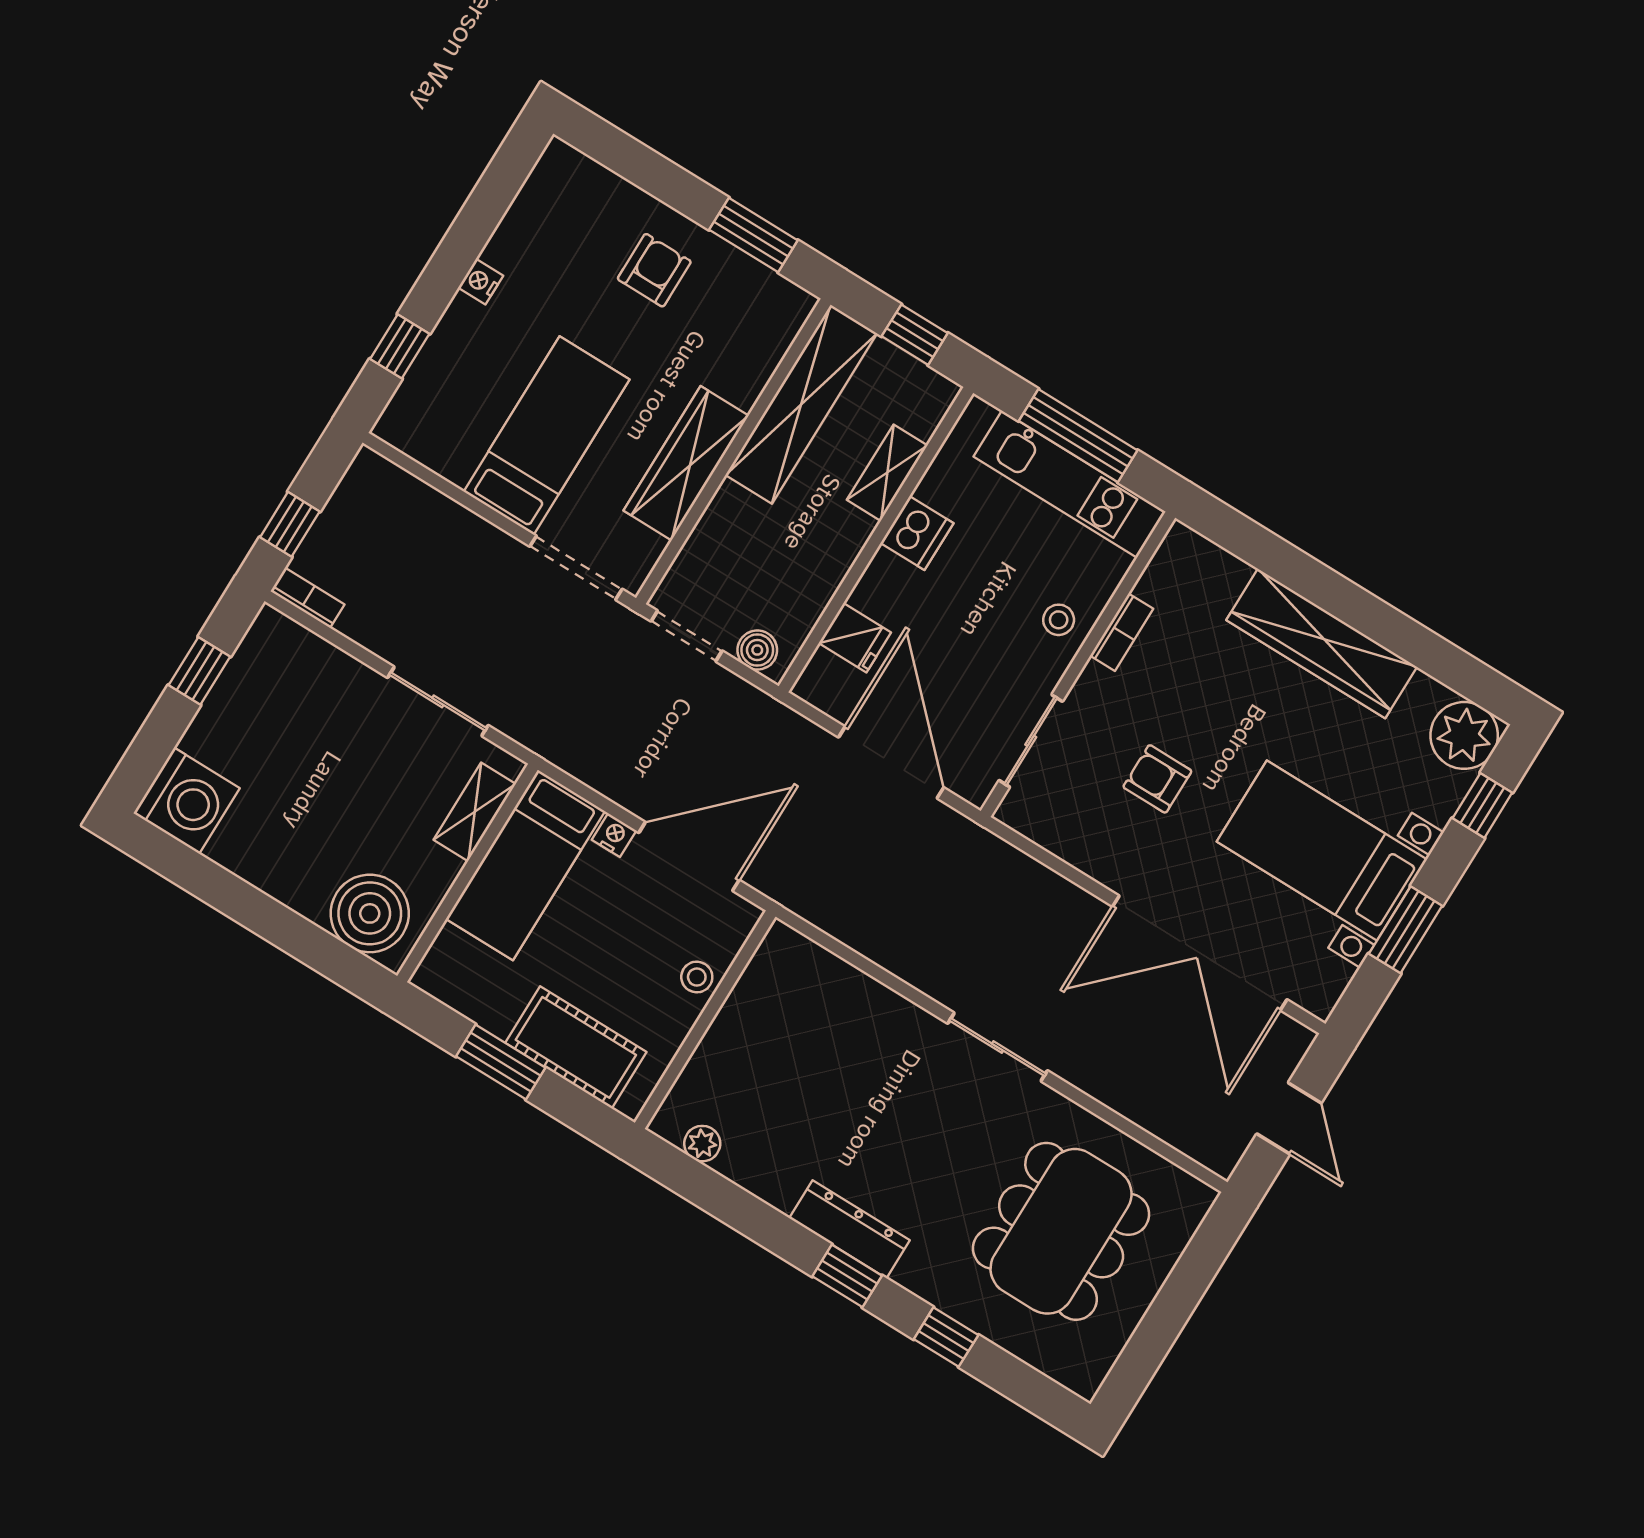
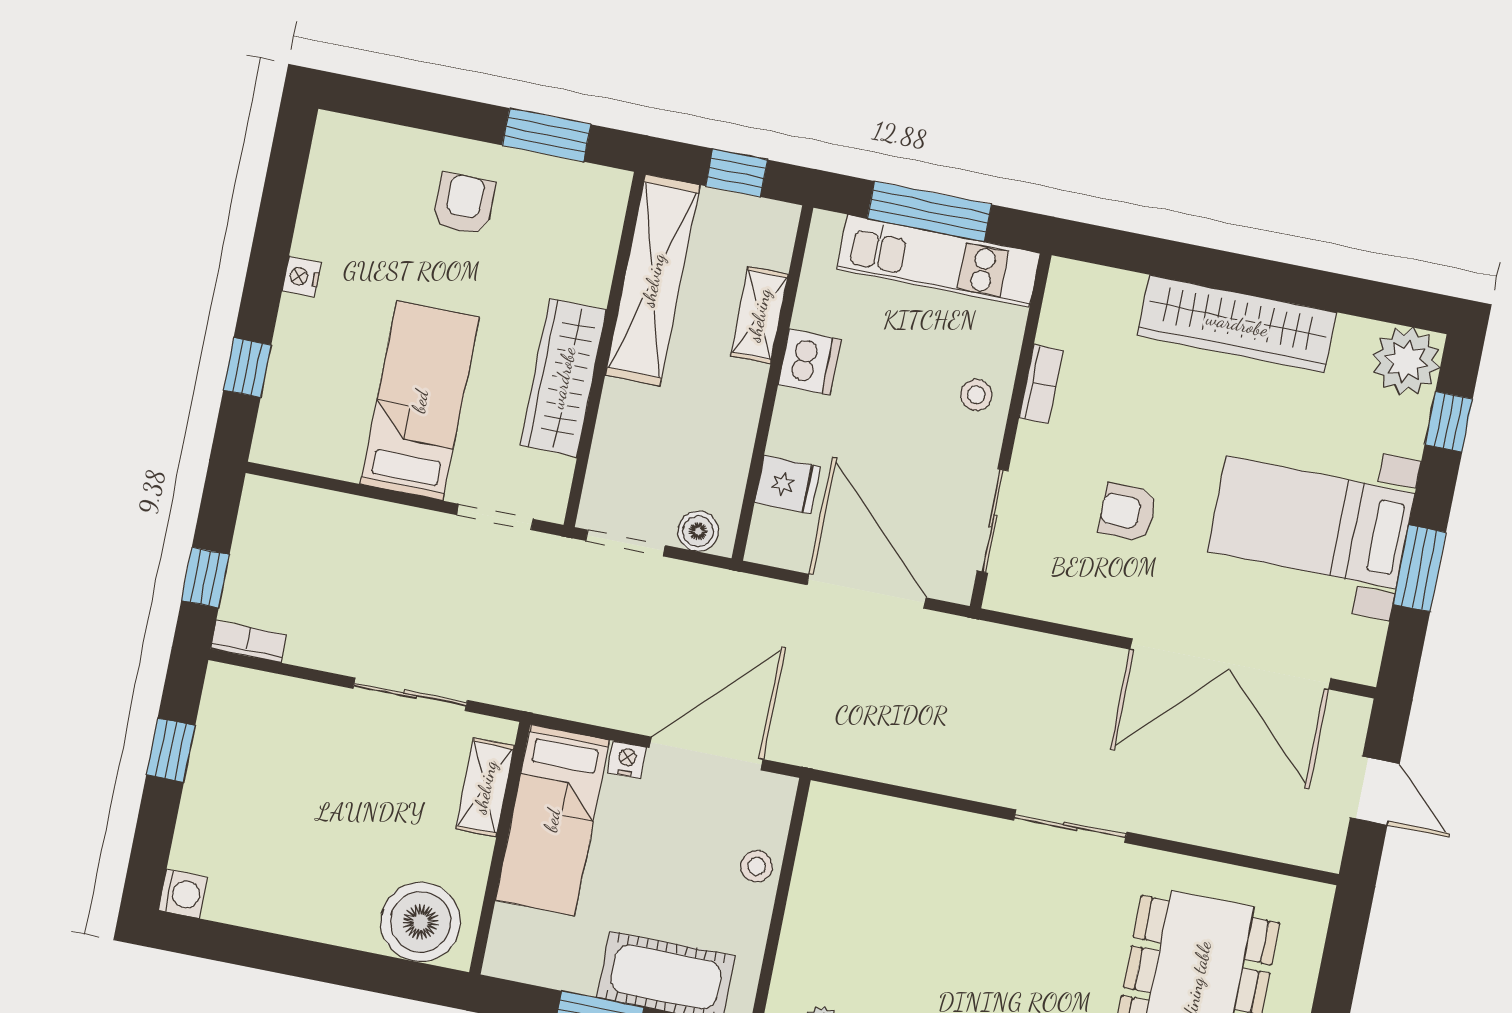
doorway: (576, 568) -> (495, 517), width x0.73
washing machine: (187, 801) -> (183, 894), width x0.53, depth x0.53

